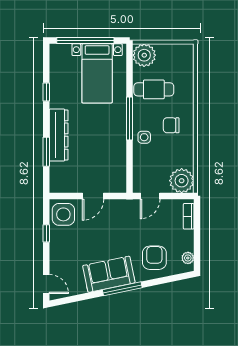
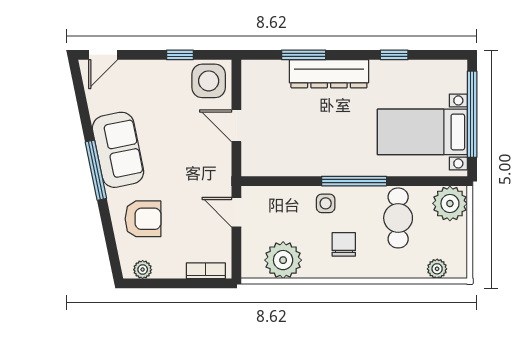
plant: (187, 64) -> (437, 269), added
plant: (182, 181) -> (283, 260), moved

